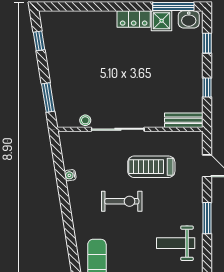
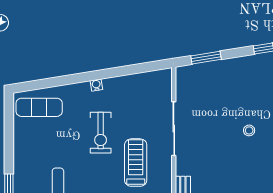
stool: (85, 120) -> (249, 130), moved
water cooler: (70, 175) -> (96, 85), moved

